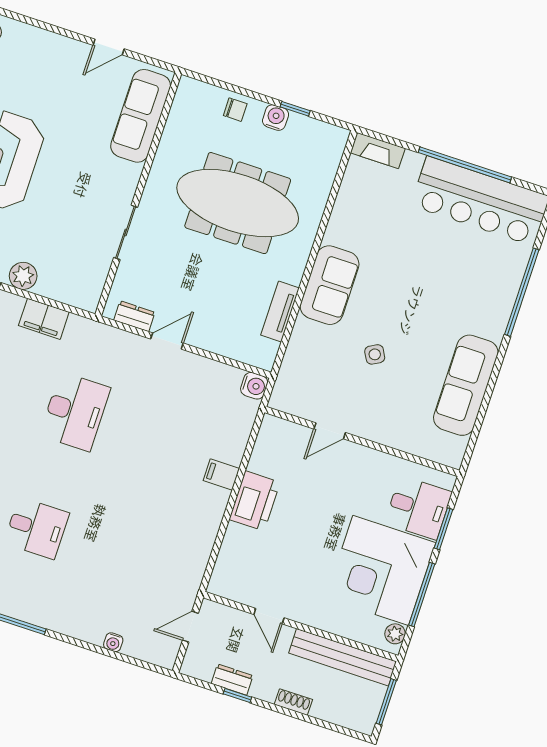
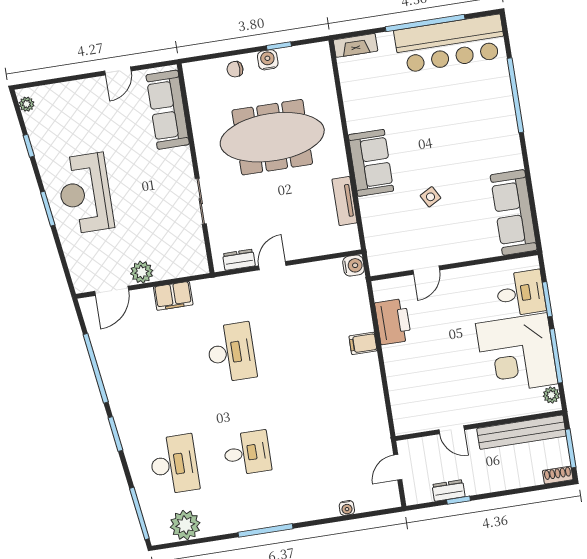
chair: (235, 110) -> (235, 69), turned 180
sofa: (466, 385) -> (514, 213), moved
printer: (255, 501) -> (393, 322), moved
shoe rack: (293, 702) -> (558, 475), moved

